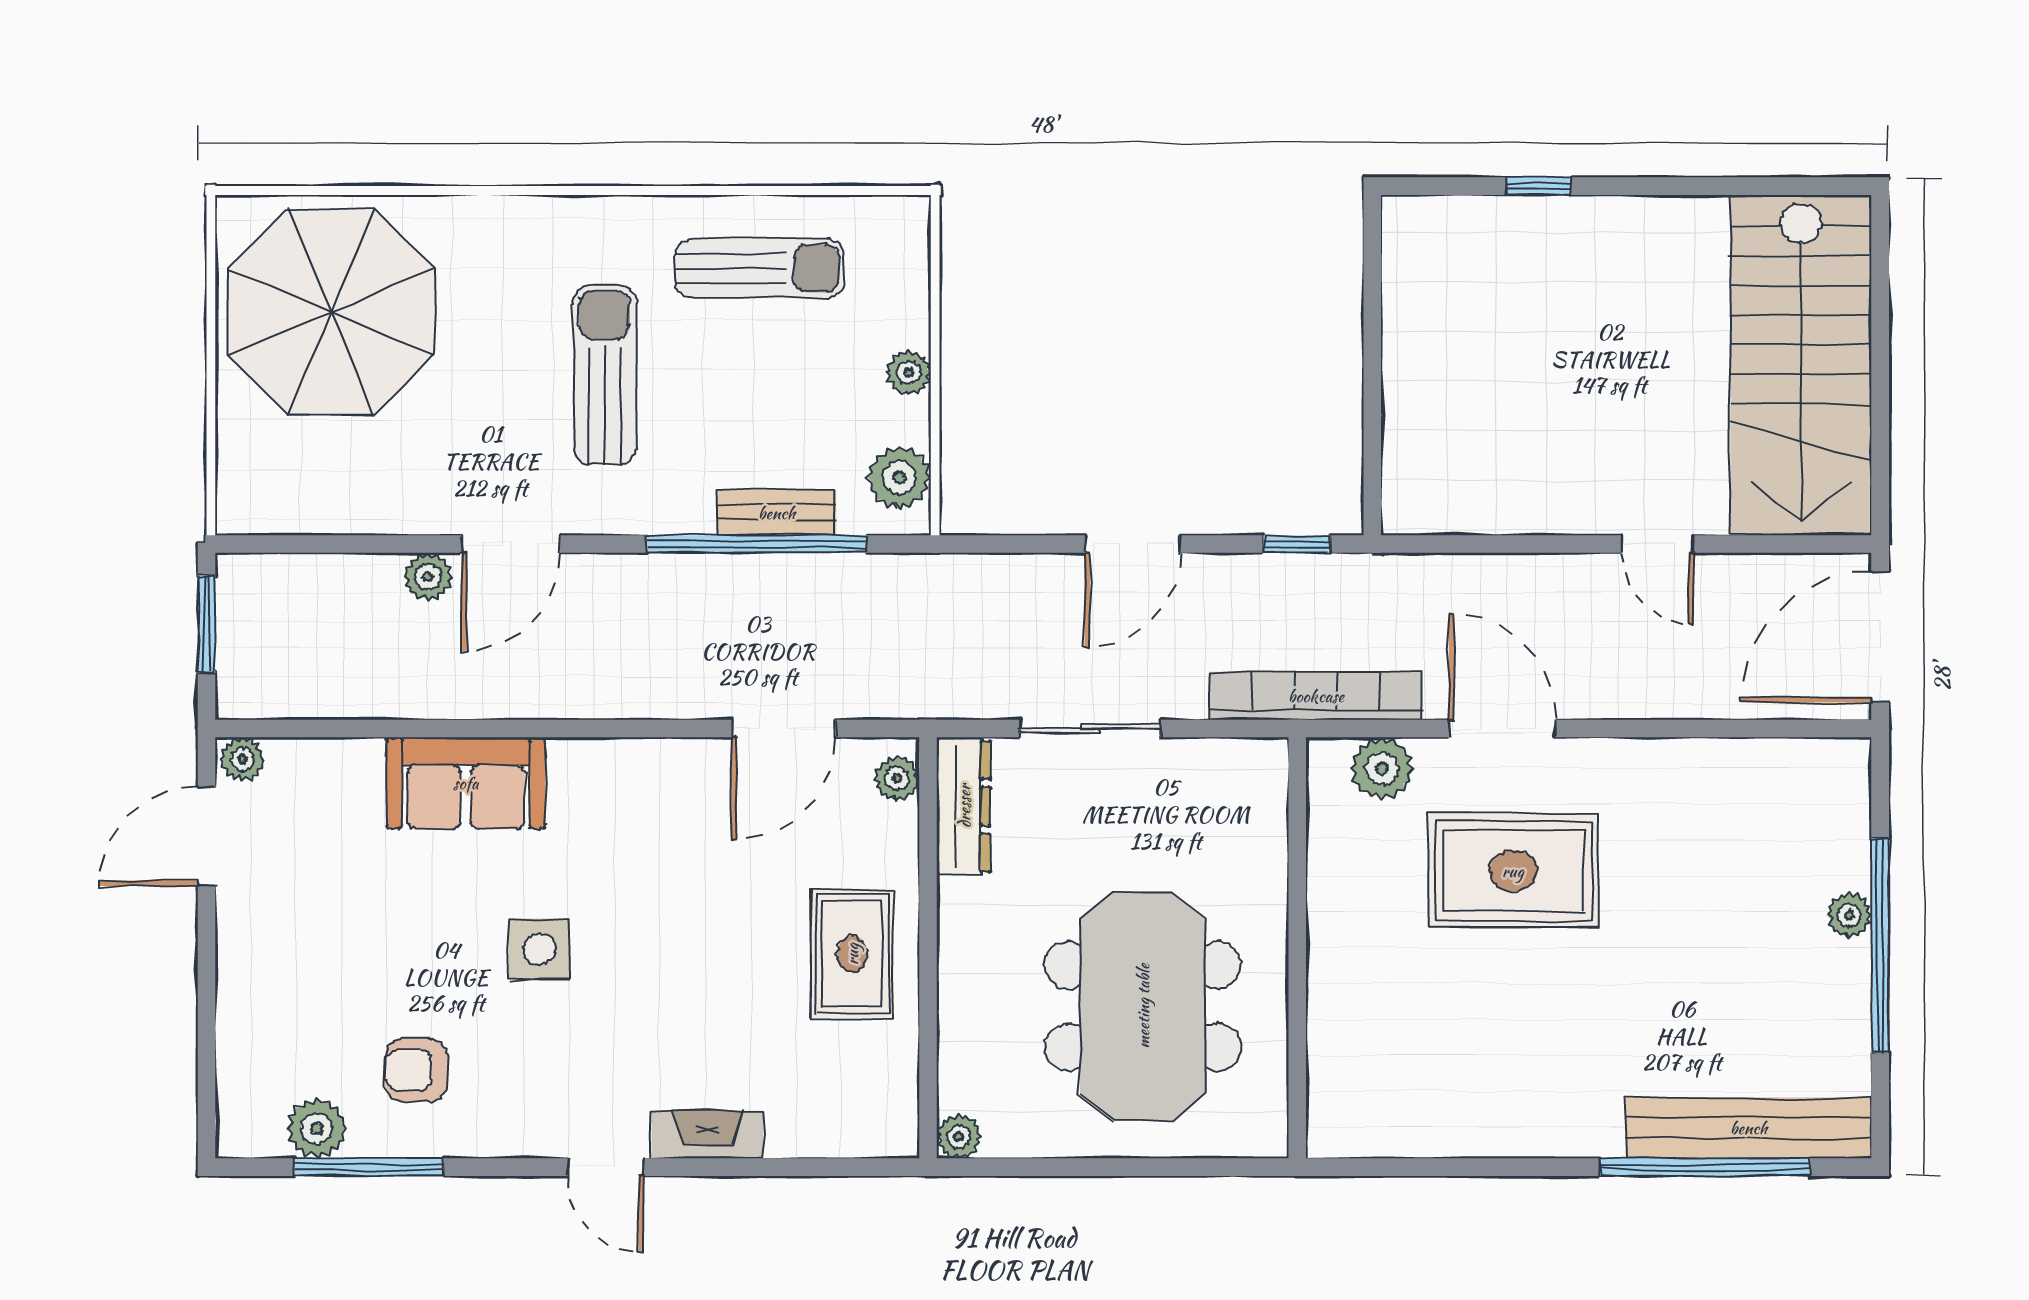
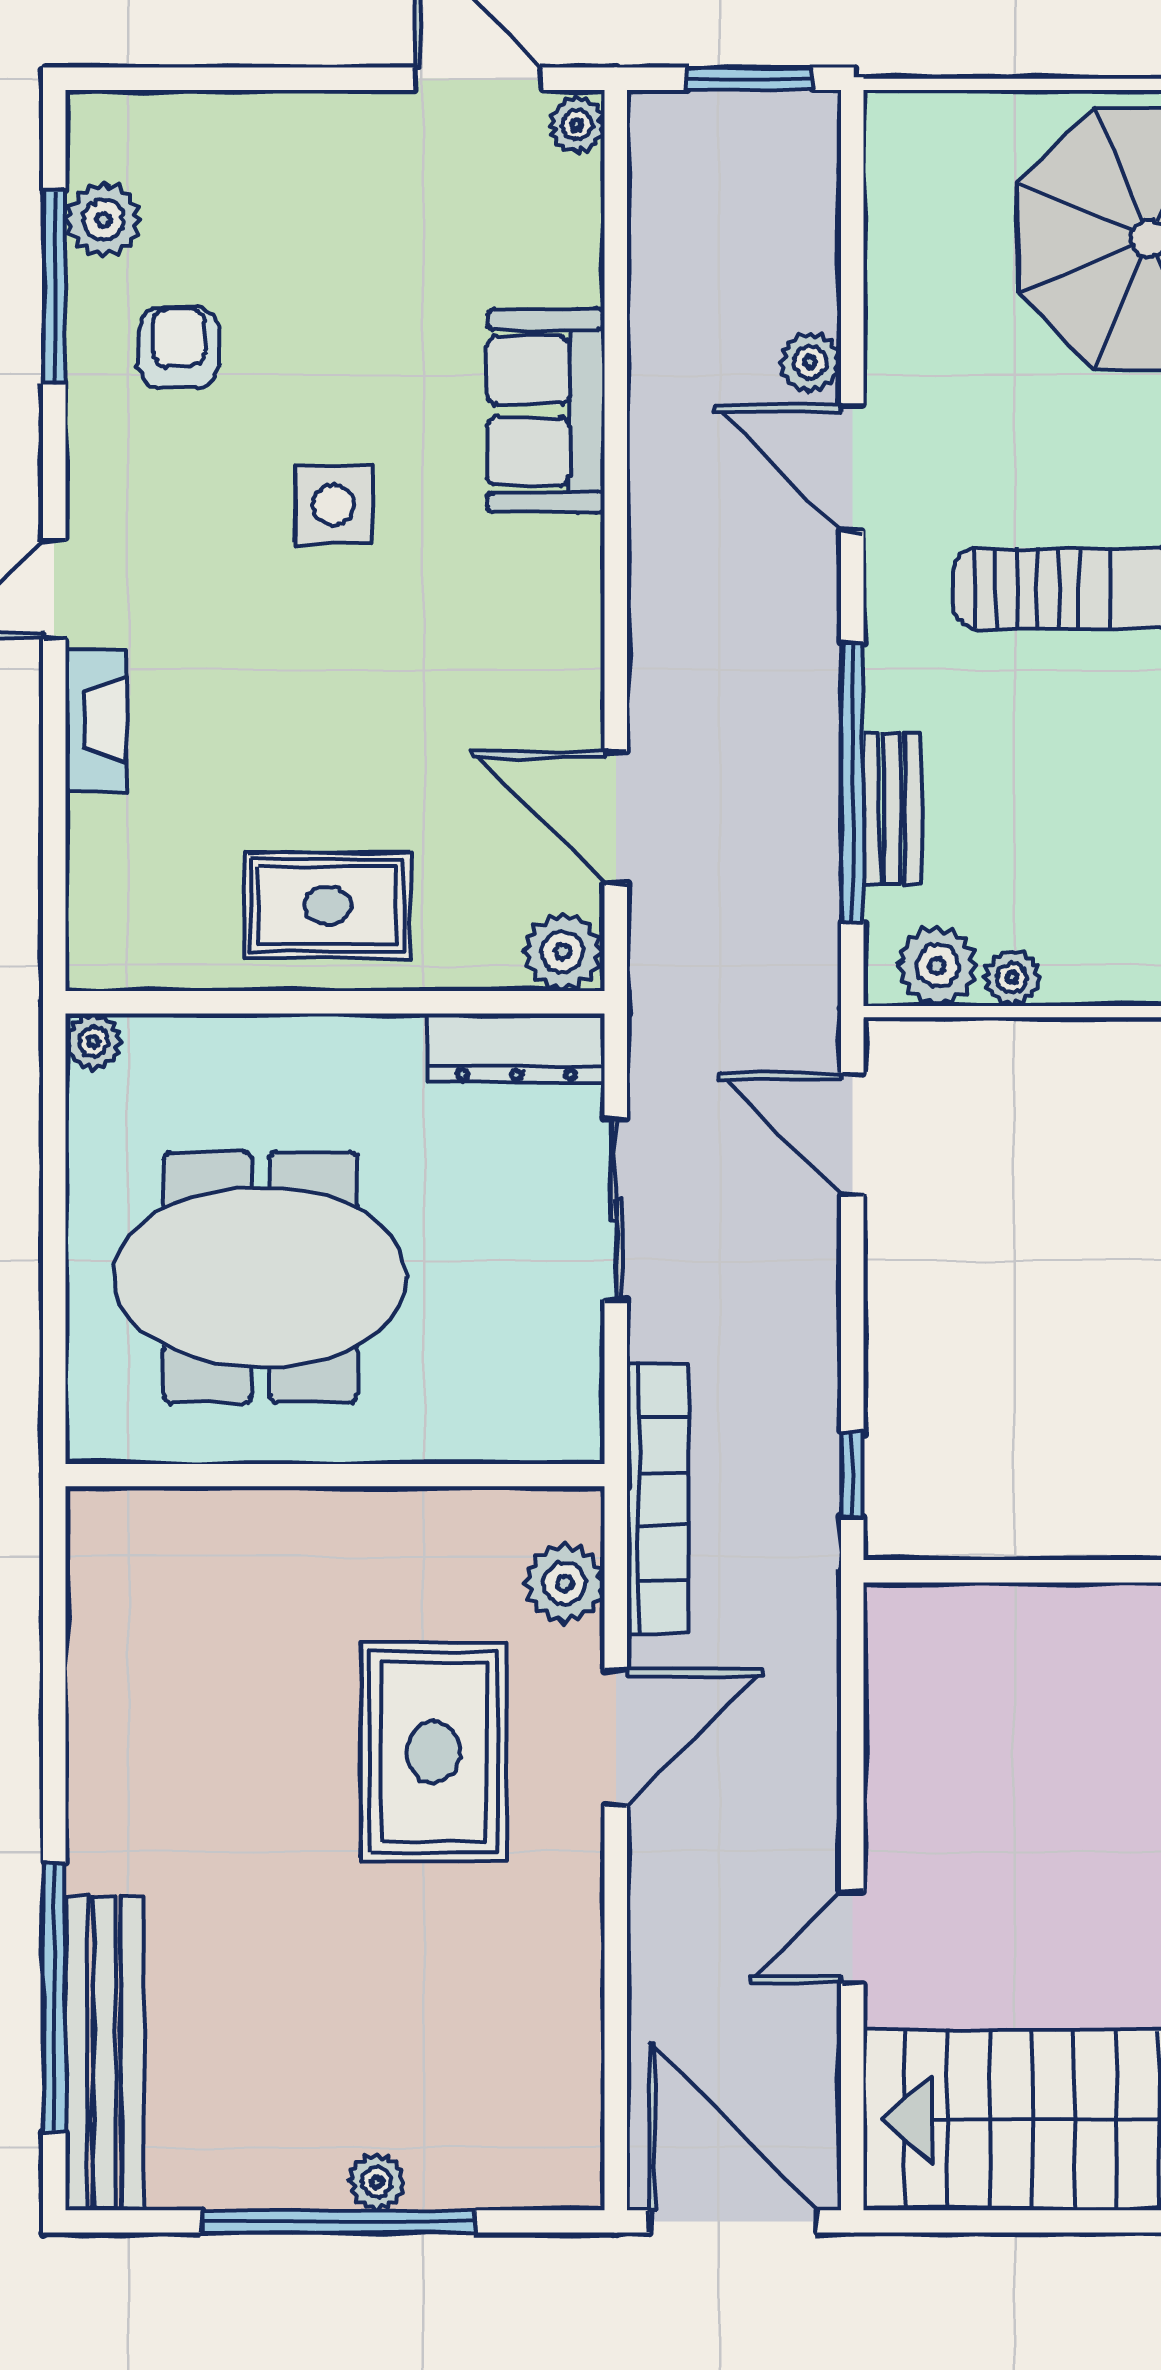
plant: (909, 373) -> (1012, 978), moved
door: (1132, 544) -> (852, 1134), moved
plant: (897, 778) -> (563, 952), width x1.38, depth x1.38

